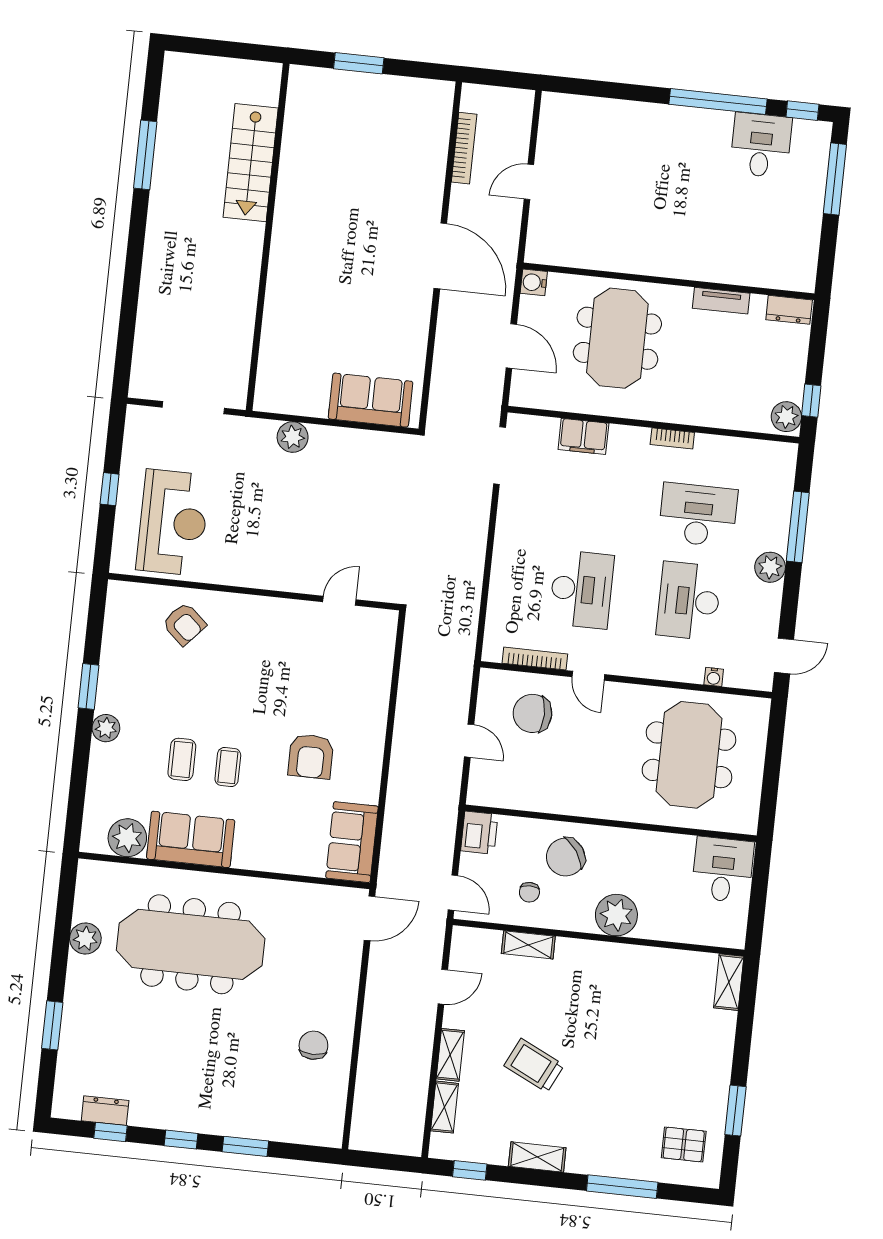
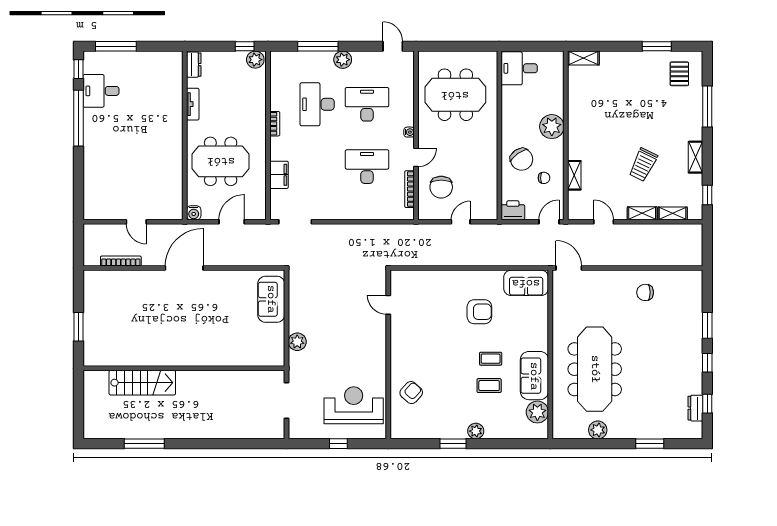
desk: (689, 601) -> (367, 104), turned 180
water cooler: (714, 677) -> (409, 132), moved

